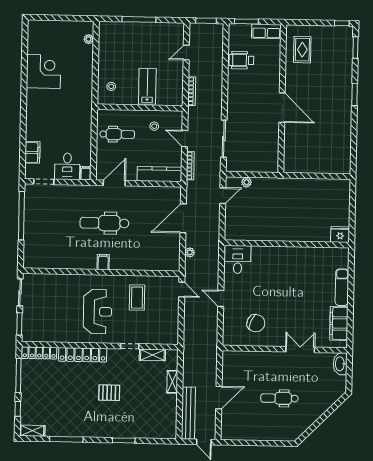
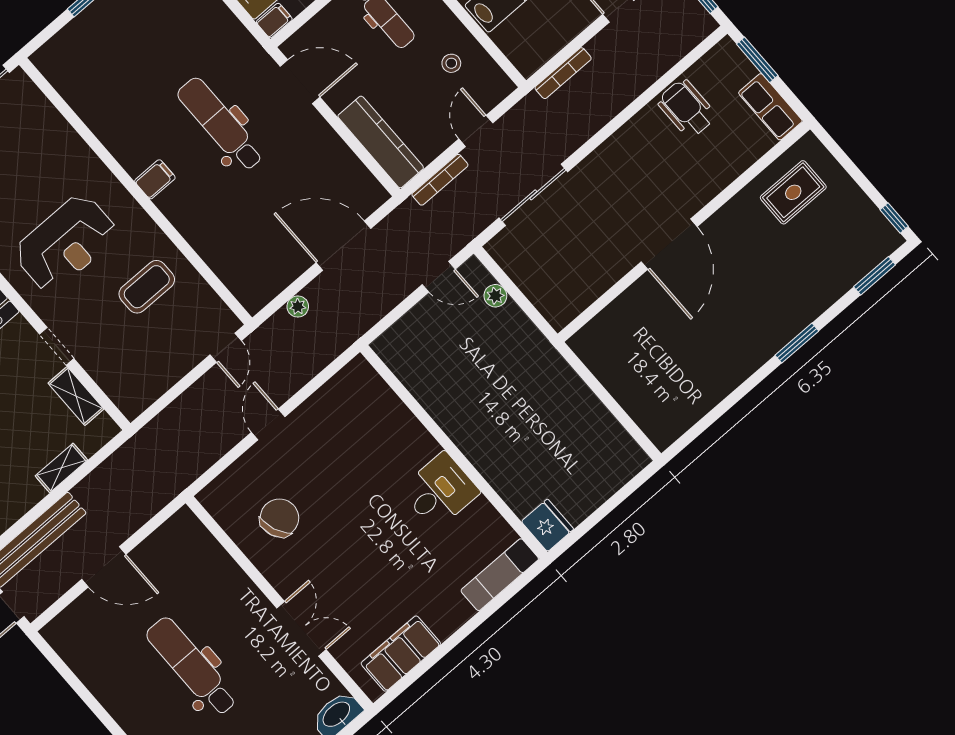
desk: (238, 259) -> (440, 491), moved
exam couch: (342, 287) -> (500, 575), moved
chair: (256, 323) -> (279, 518), turned -136
dental chair: (279, 398) -> (192, 667), width x1.36, depth x1.38

